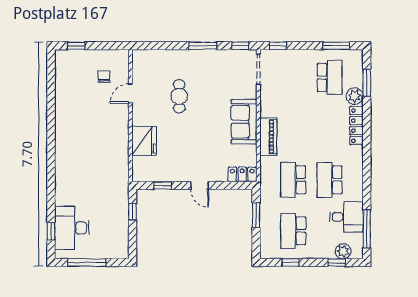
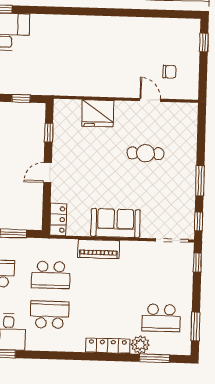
school desk: (293, 180) -> (51, 275), turned 180

